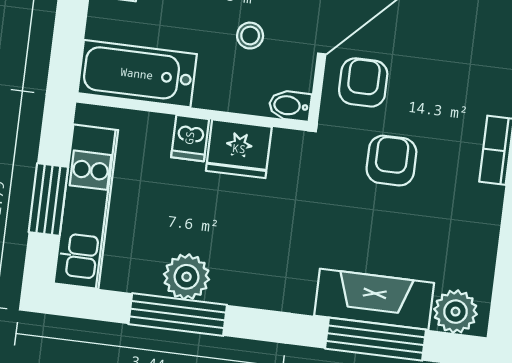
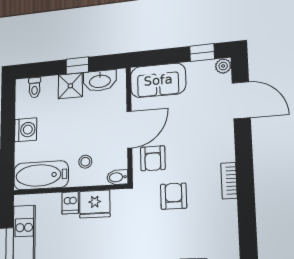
stool: (250, 36) -> (85, 162), moved
armchair: (363, 82) -> (153, 158), turned 180

